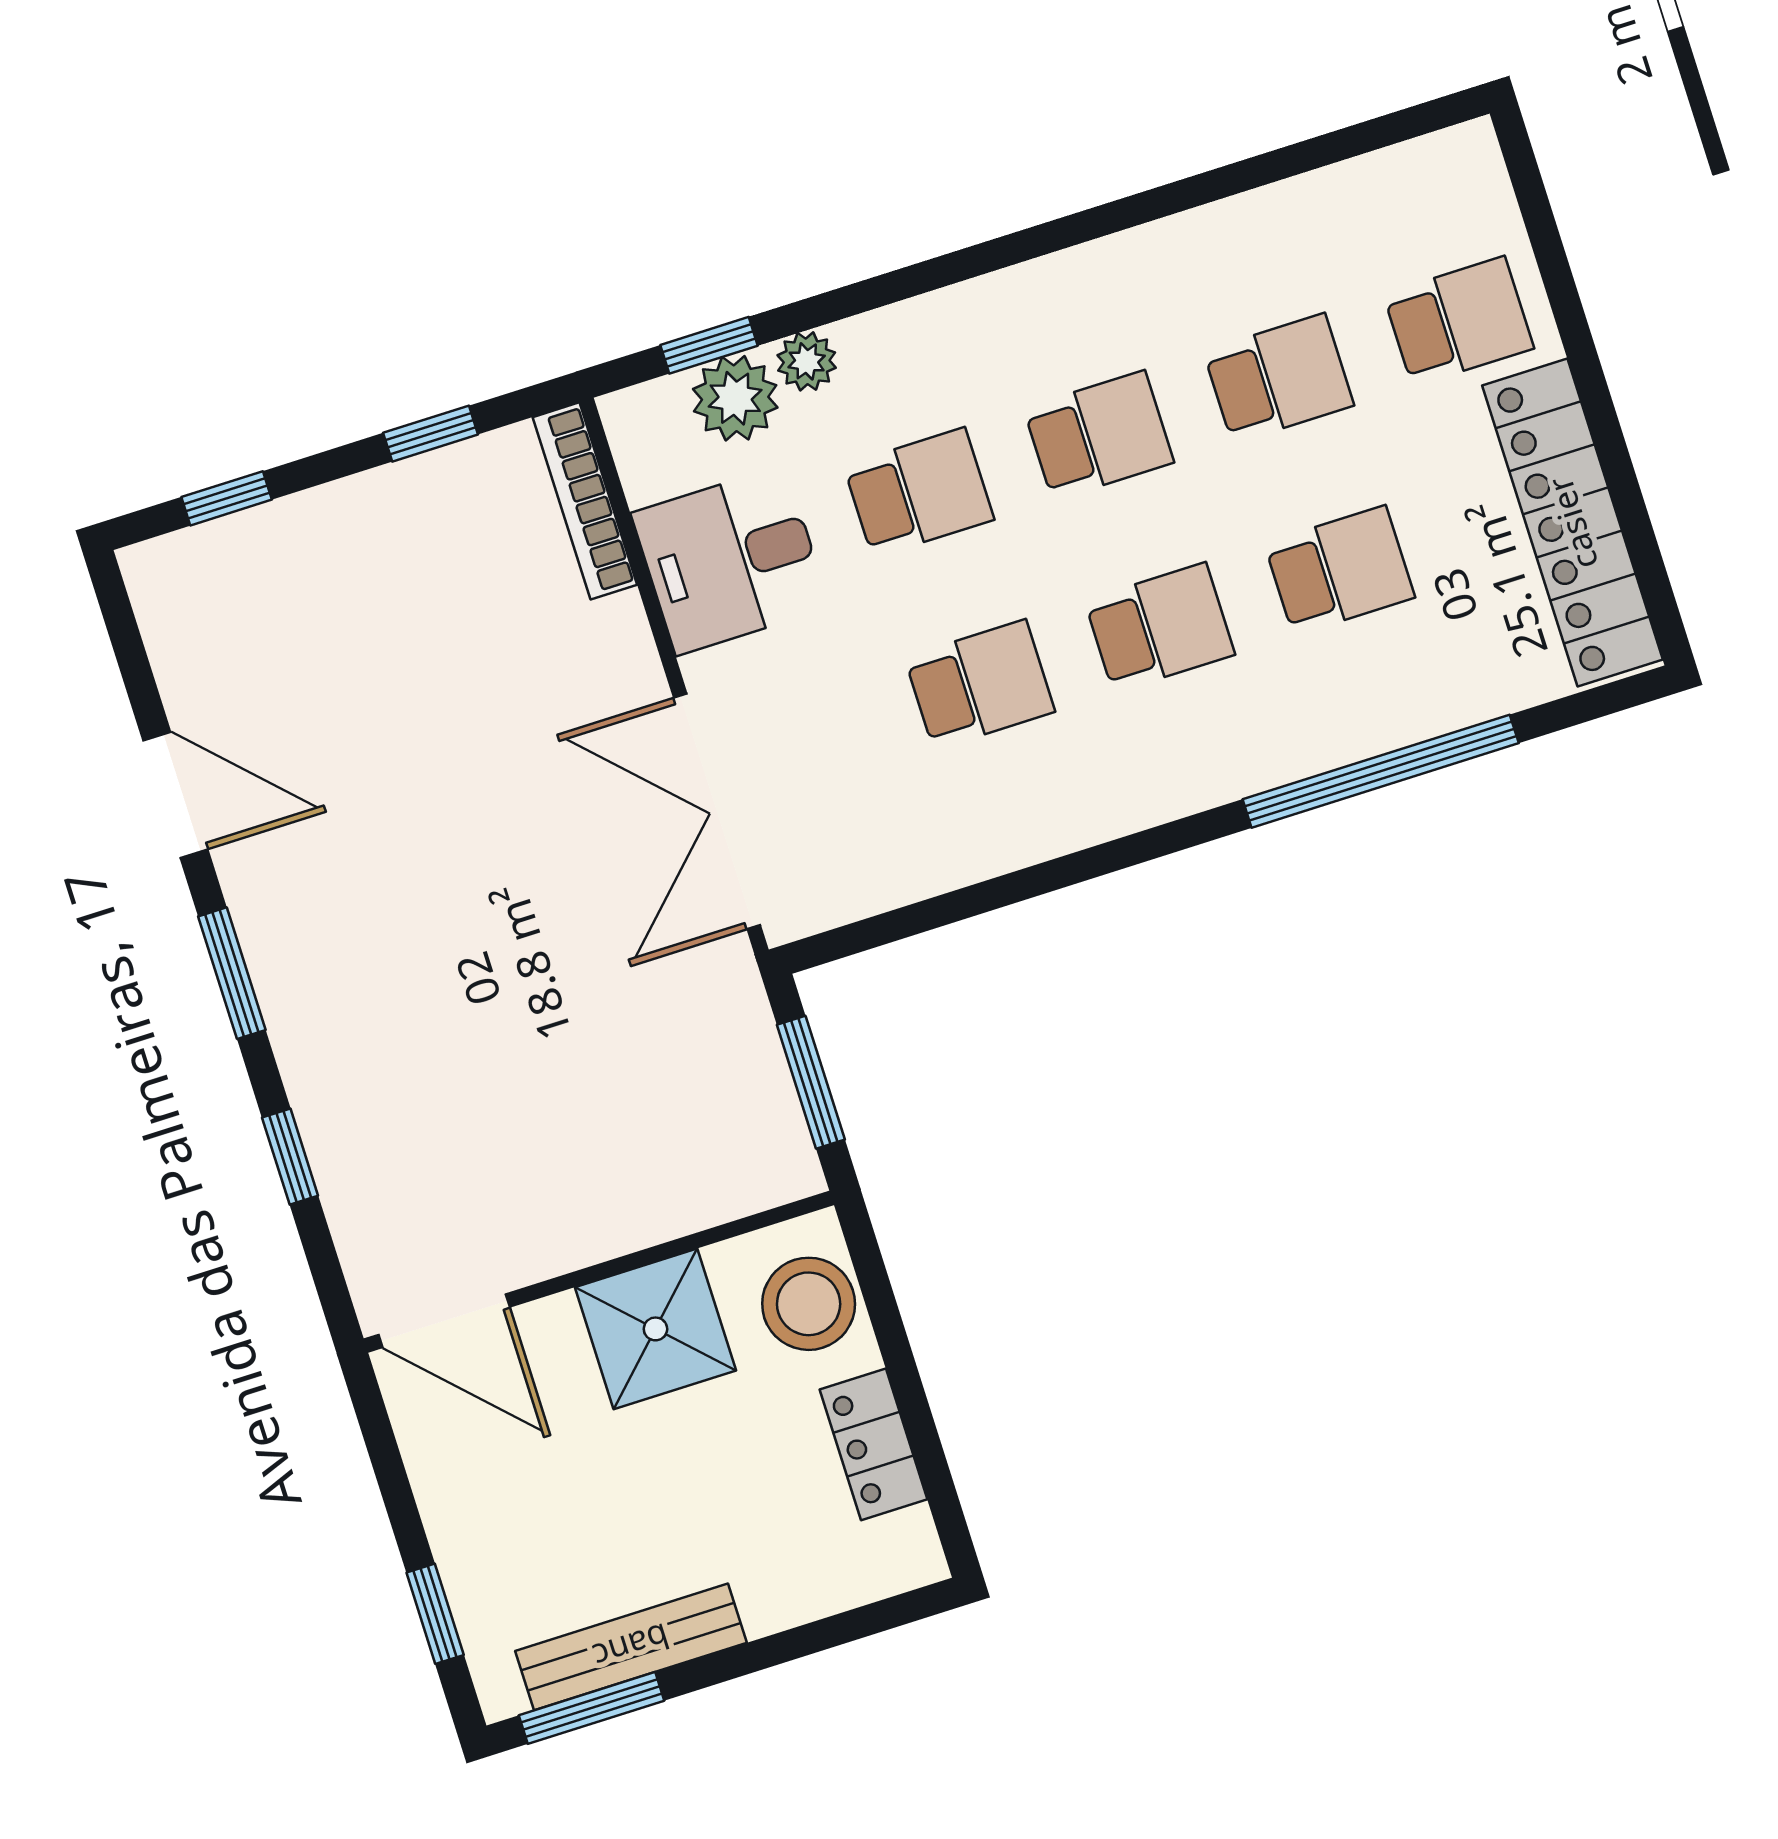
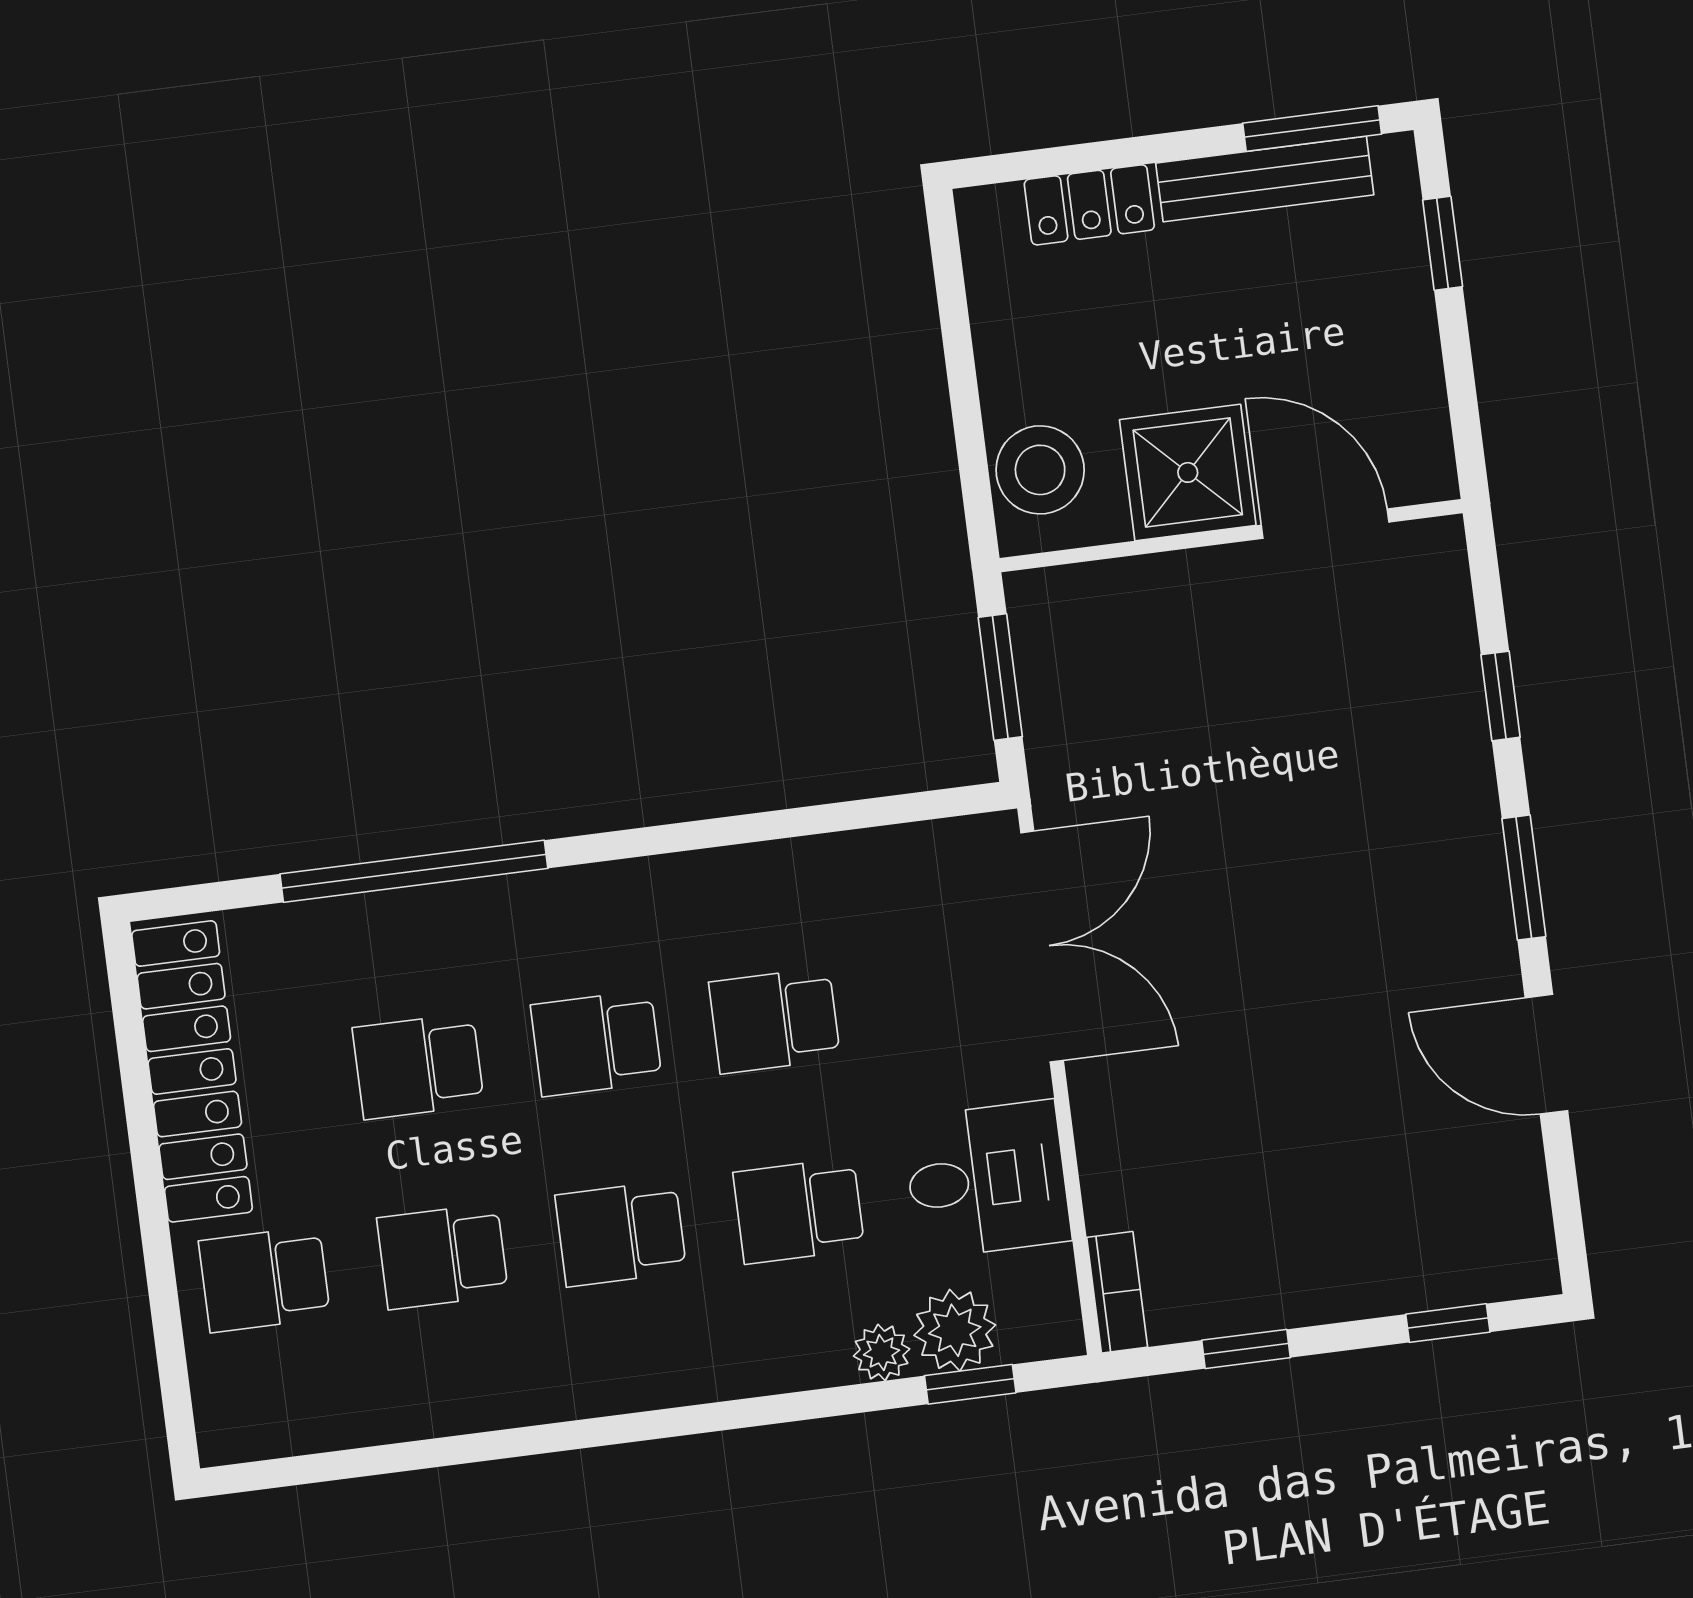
bookcase: (585, 501) -> (1117, 1292), width x0.64
door: (444, 1321) -> (1325, 524), moved
locker: (873, 1444) -> (1089, 205), moved, turned 90

